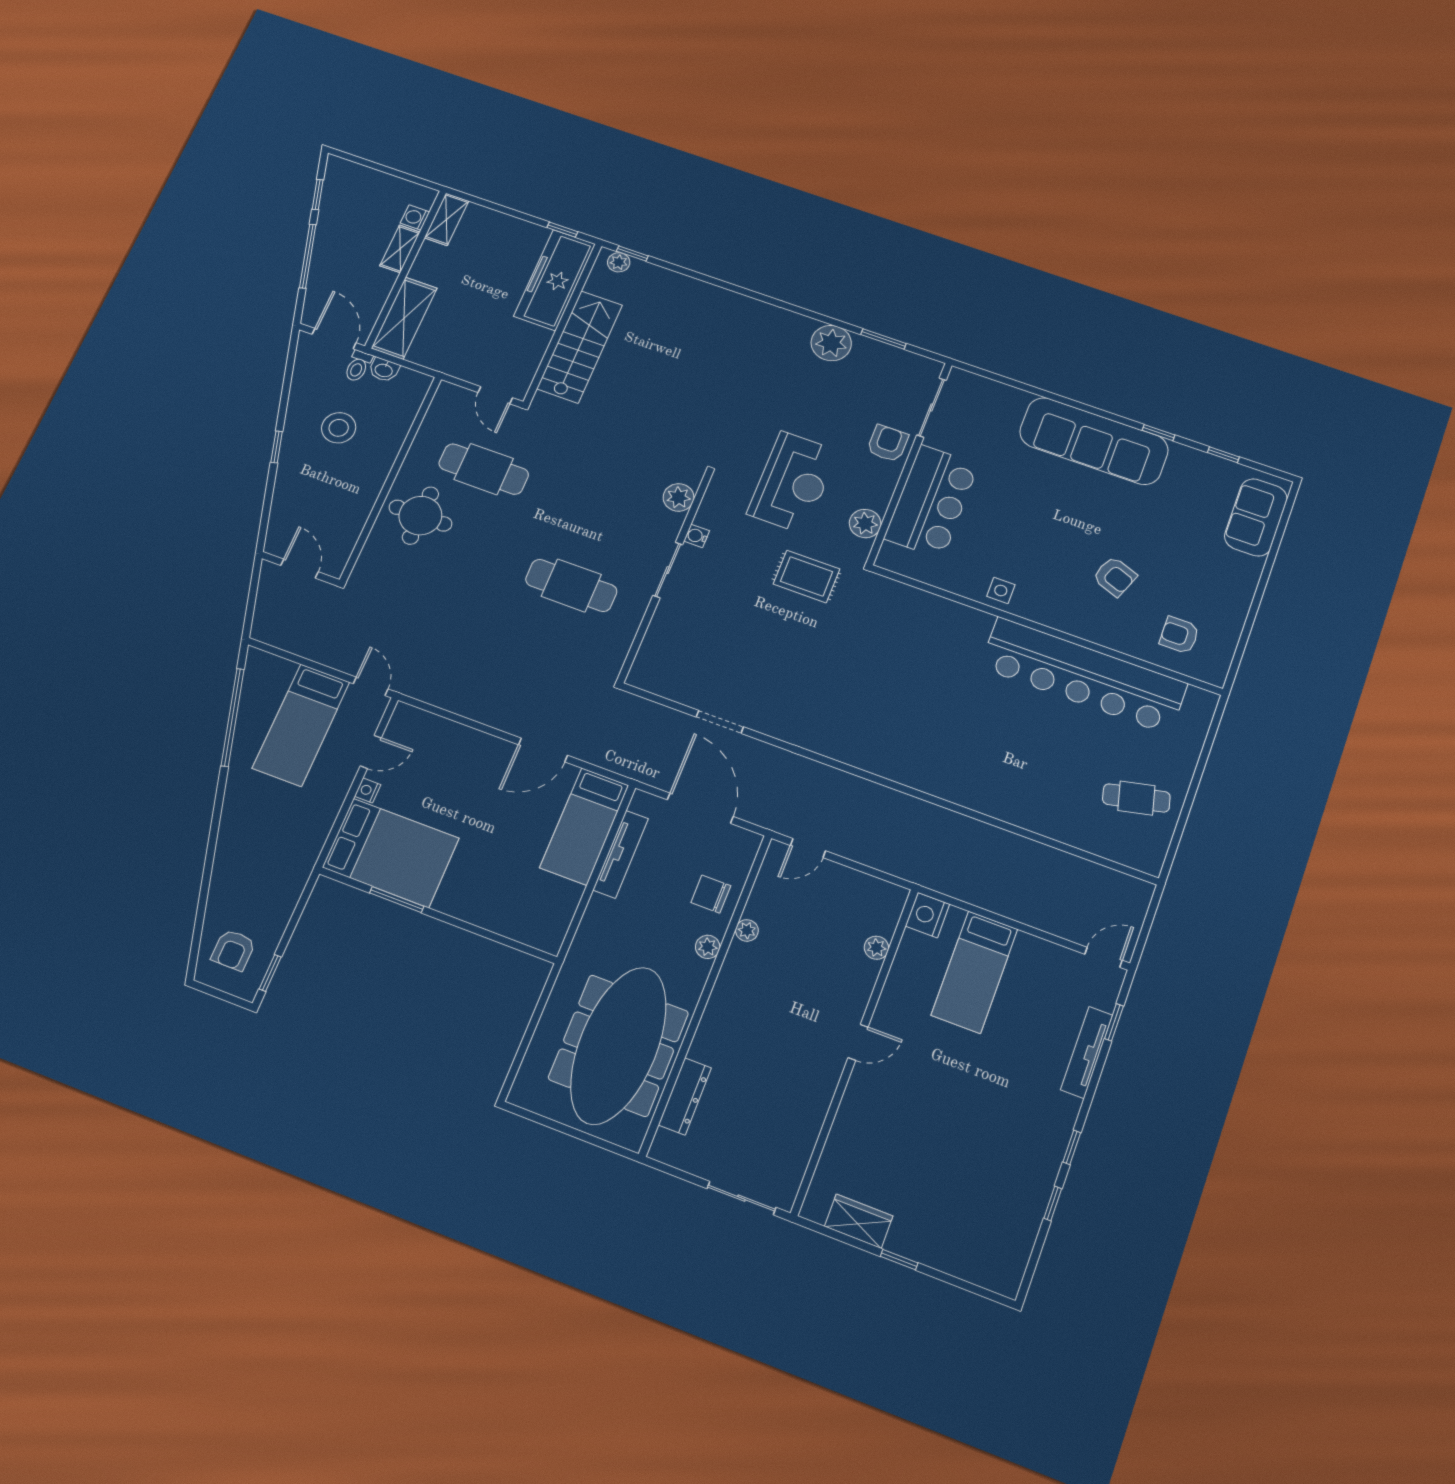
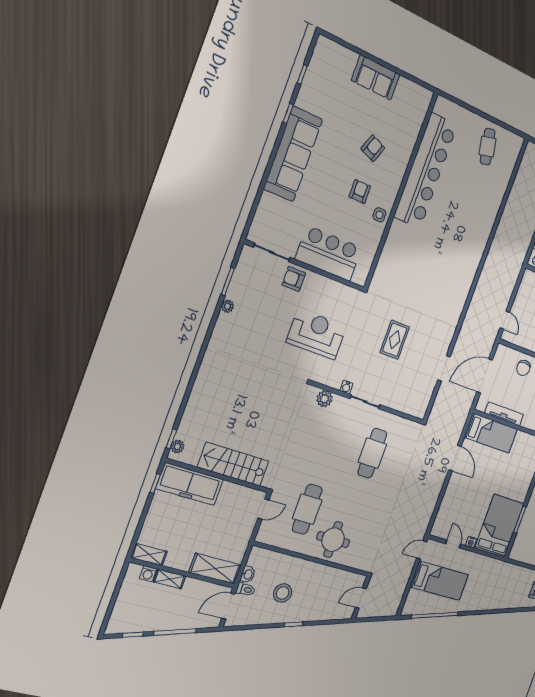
plant: (831, 343) -> (227, 306), width x0.53, depth x0.53
sofa: (1256, 517) -> (376, 77), moved
plant: (865, 523) -> (341, 292), removed
rug: (806, 576) -> (395, 340), moved
armchair: (1179, 635) -> (360, 191), moved, turned 180

